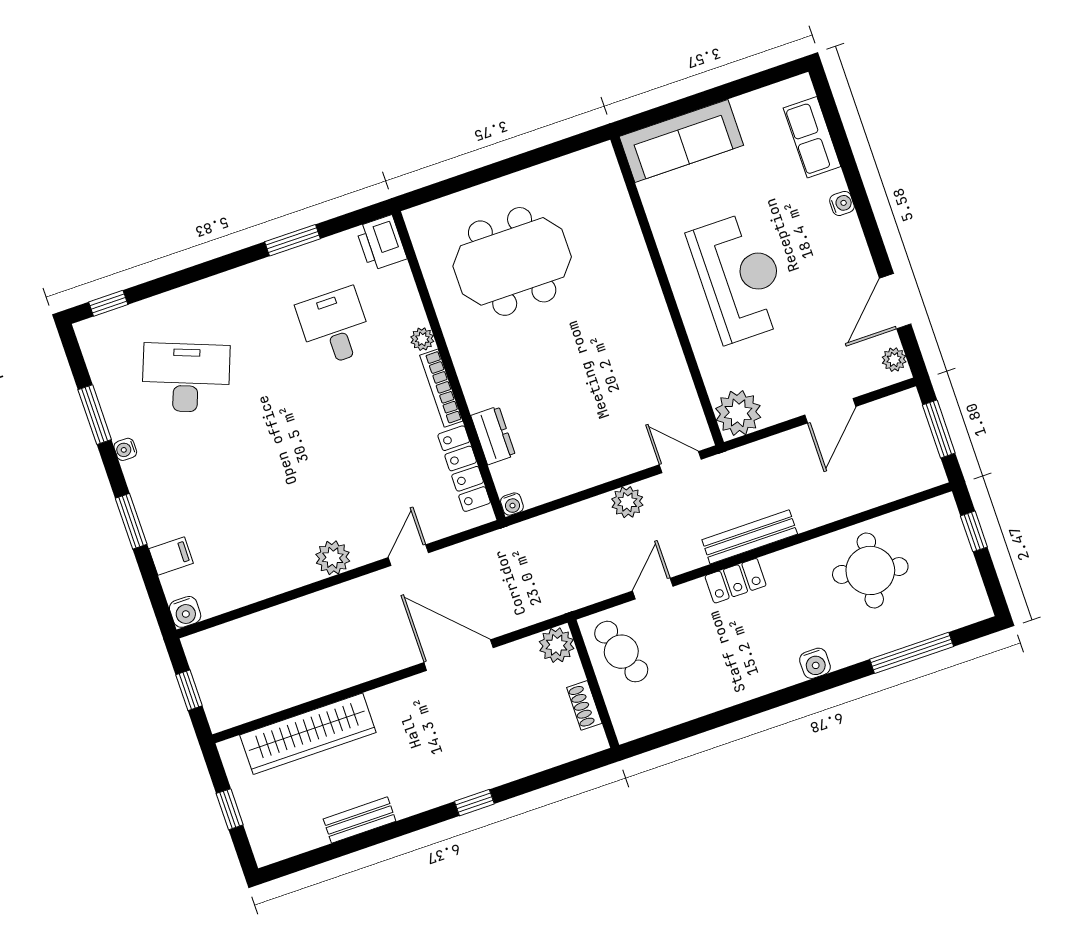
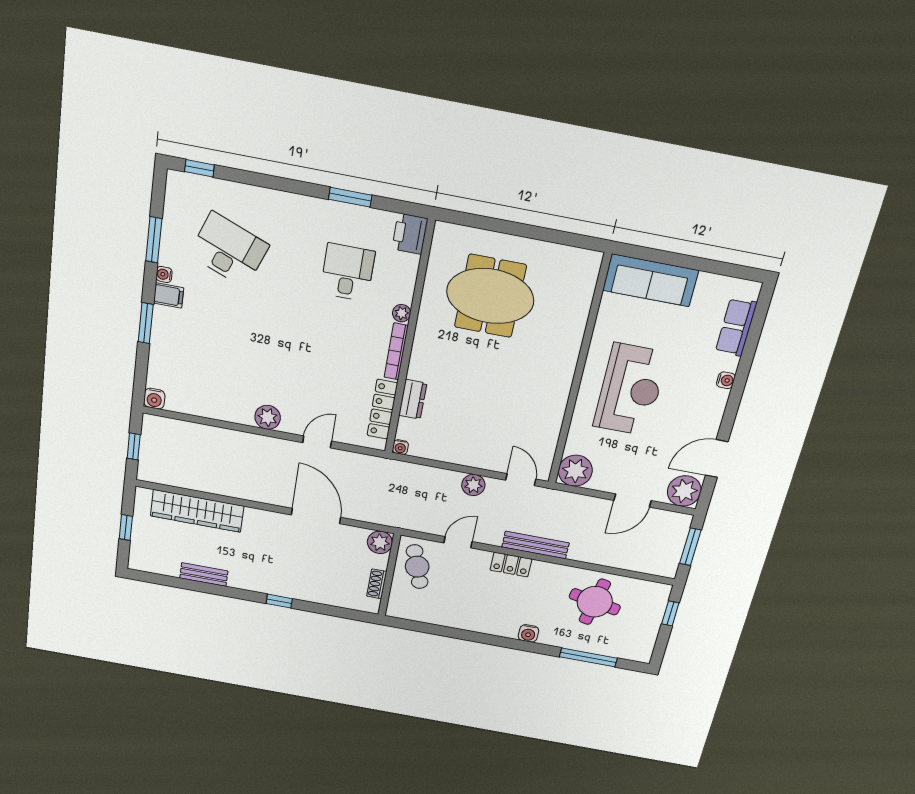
plant: (894, 360) -> (684, 491), width x1.88, depth x1.88
filing cabinet: (171, 556) -> (169, 295), moved

